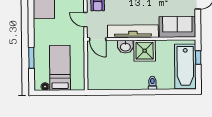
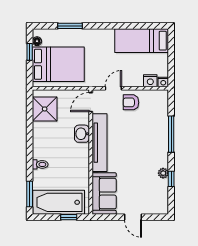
shower: (145, 51) -> (45, 109), moved
bed: (60, 68) -> (58, 64), width x1.50
window: (178, 92) -> (30, 194), added
window: (54, 93) -> (30, 52), added

